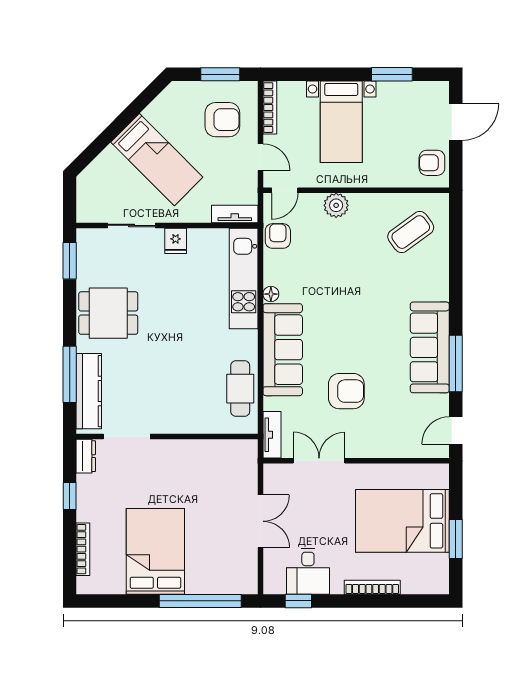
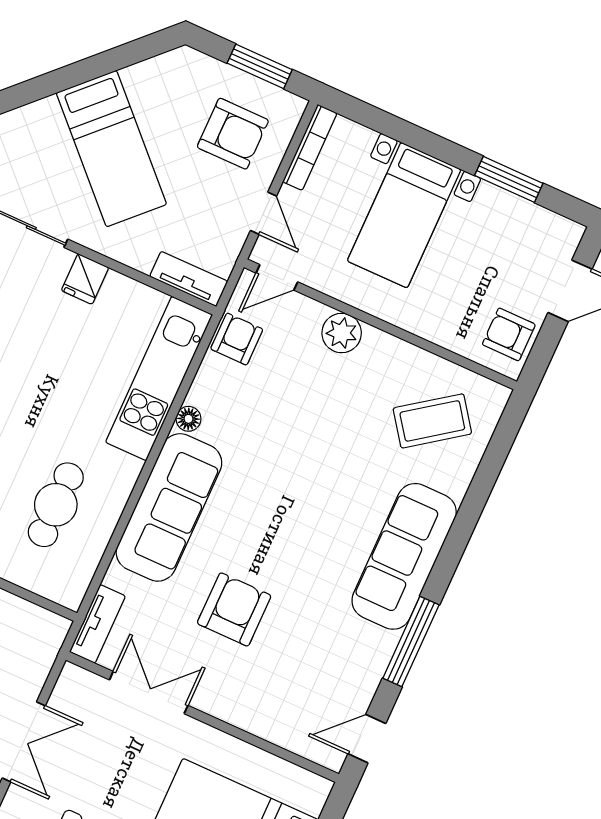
sofa: (430, 347) -> (404, 556), moved
cafe table: (240, 389) -> (56, 505), moved
armchair: (346, 391) -> (234, 609), turned -90

